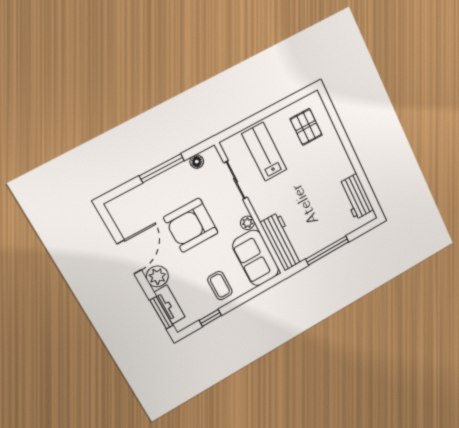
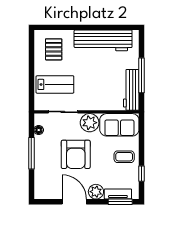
pallet: (306, 127) -> (54, 49), turned 90
lab bench: (264, 152) -> (55, 84), turned 180
workbench: (356, 197) -> (103, 40), width x1.88, depth x1.32
plant: (247, 223) -> (90, 123), width x1.88, depth x1.88
workbench: (282, 242) -> (131, 90), moved, turned -90

